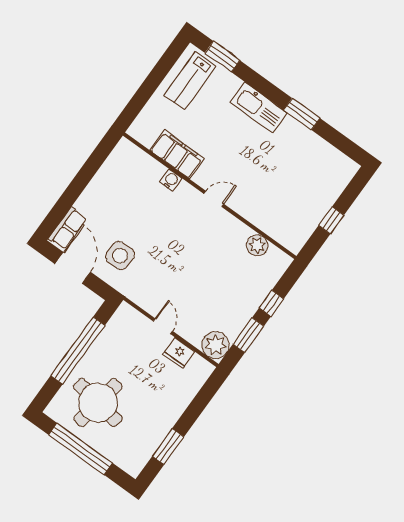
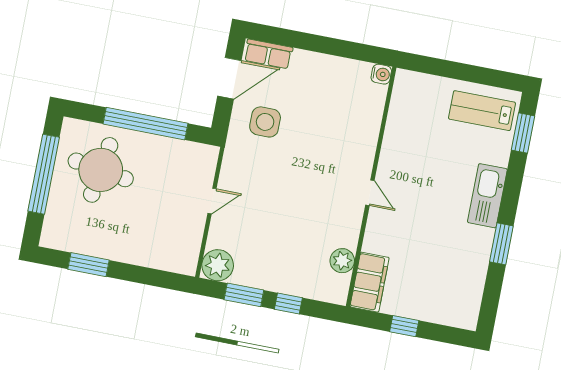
filing cabinet: (177, 154) -> (370, 282), moved
water cooler: (171, 180) -> (381, 74), moved
fridge: (179, 353) -> (192, 231), removed

